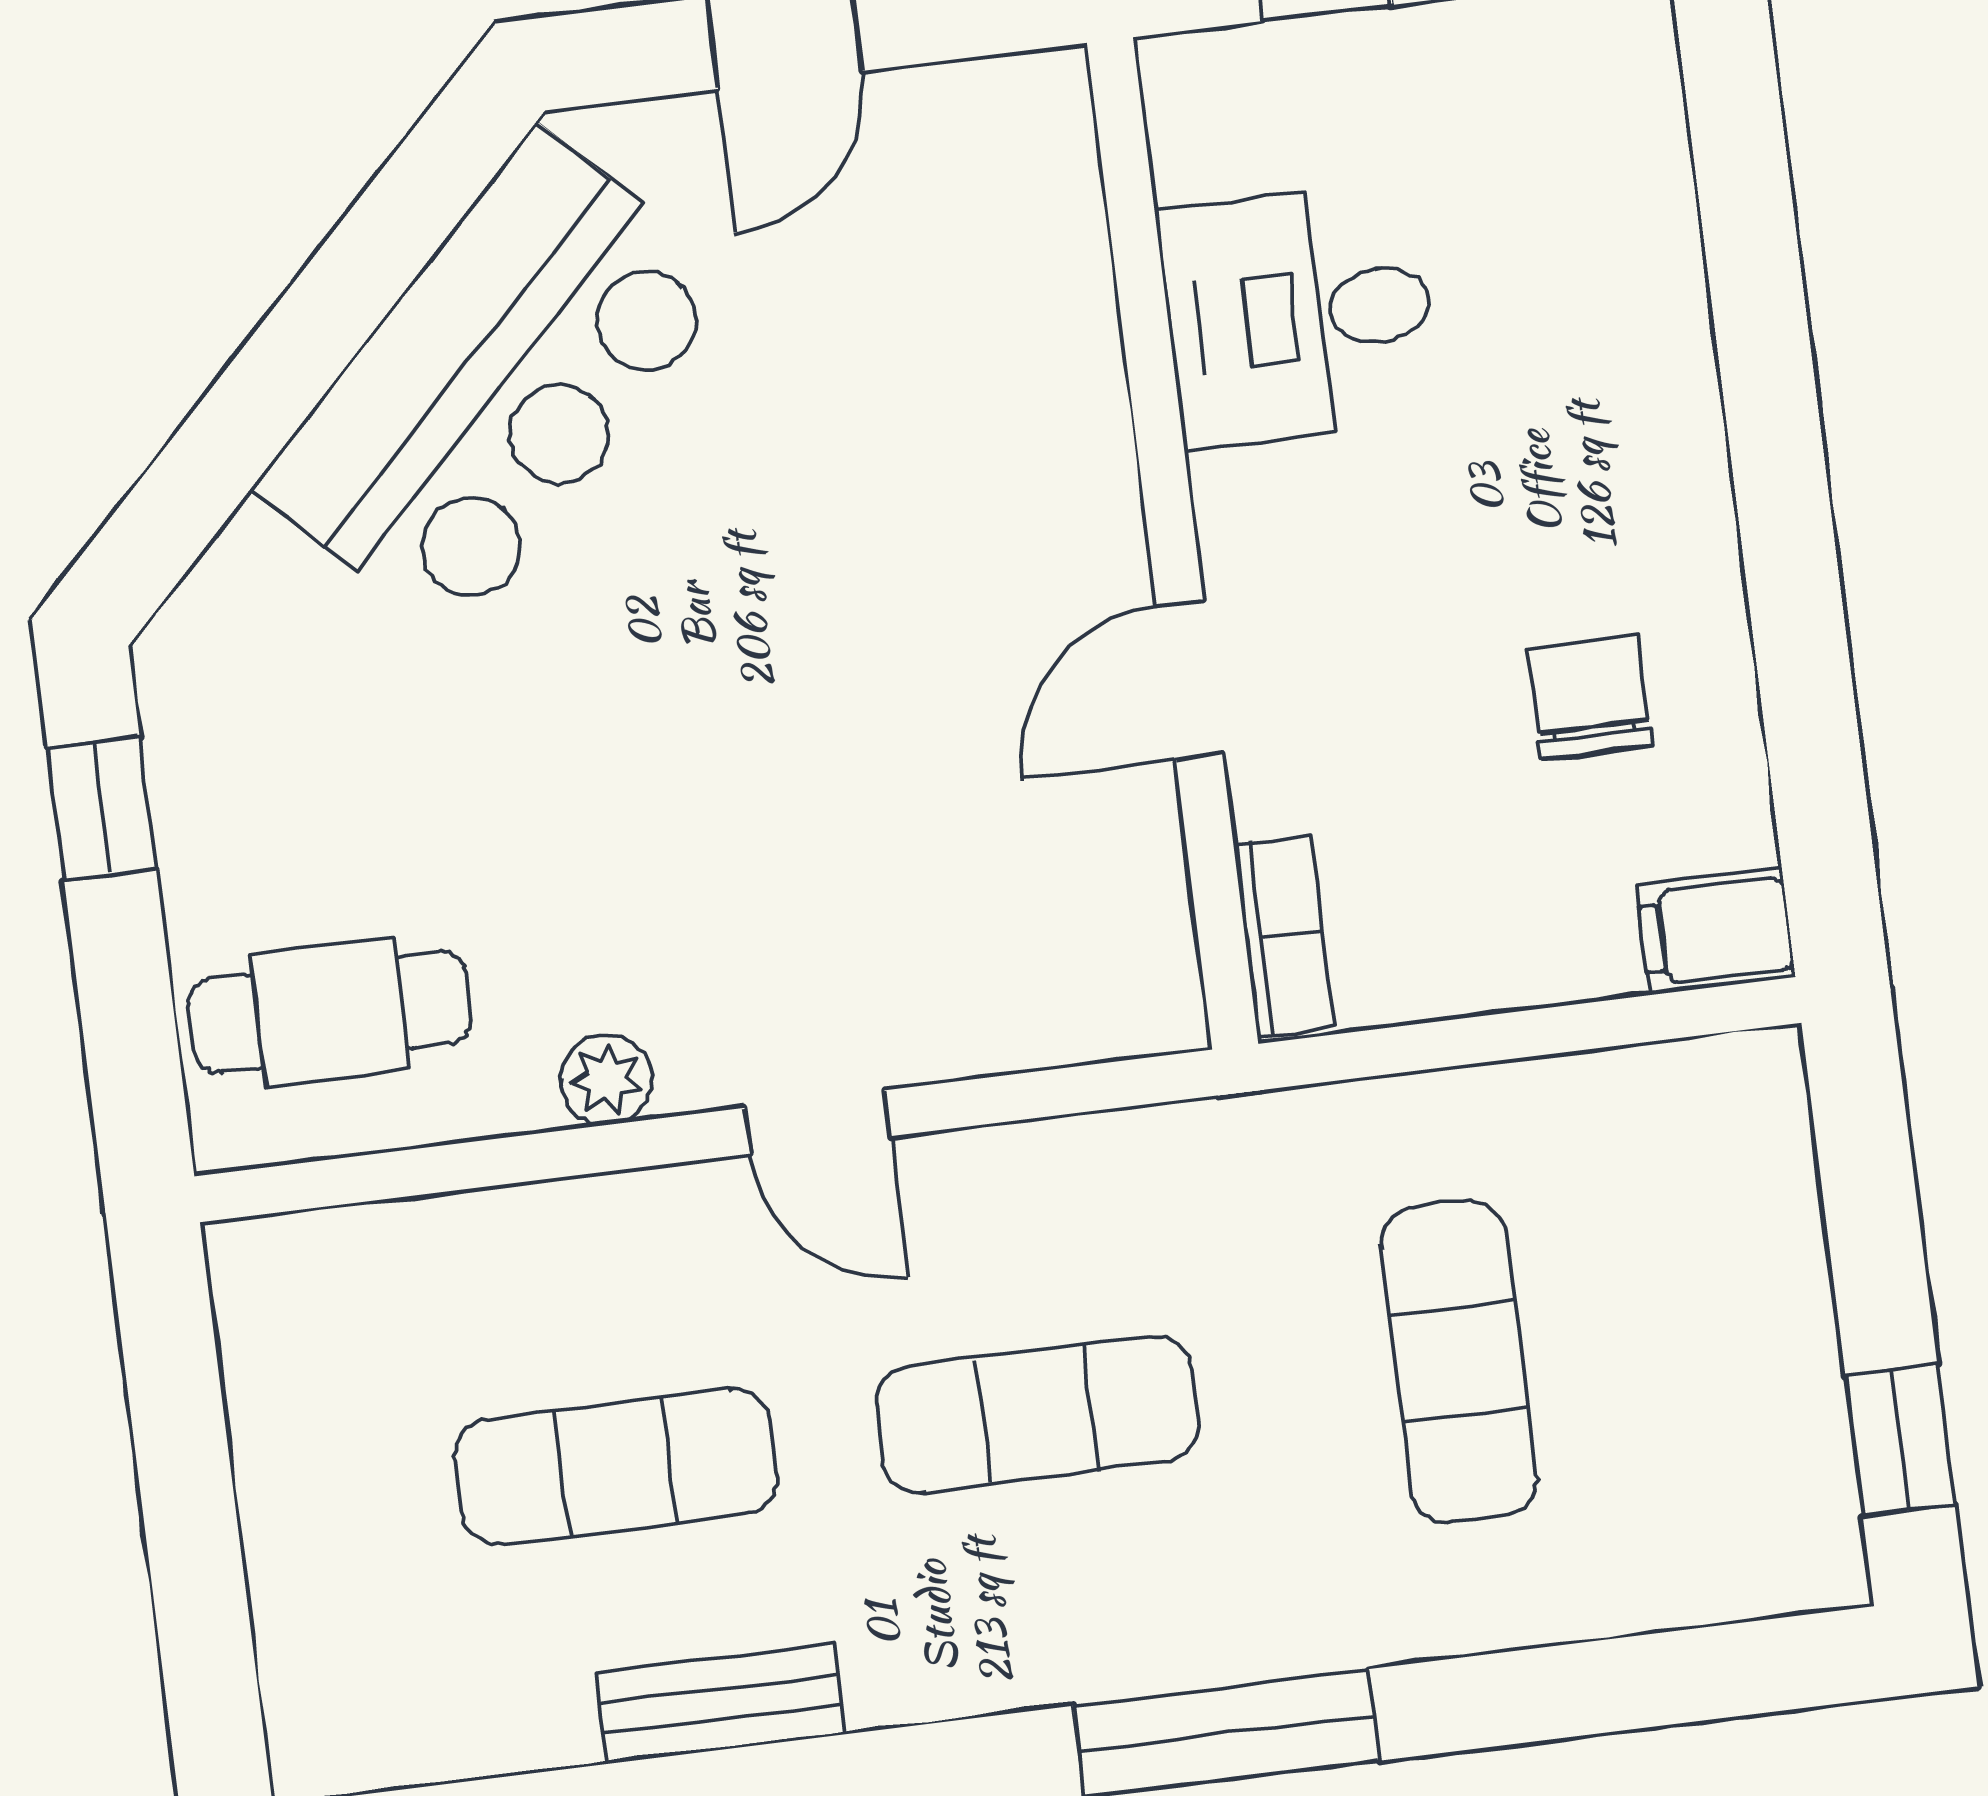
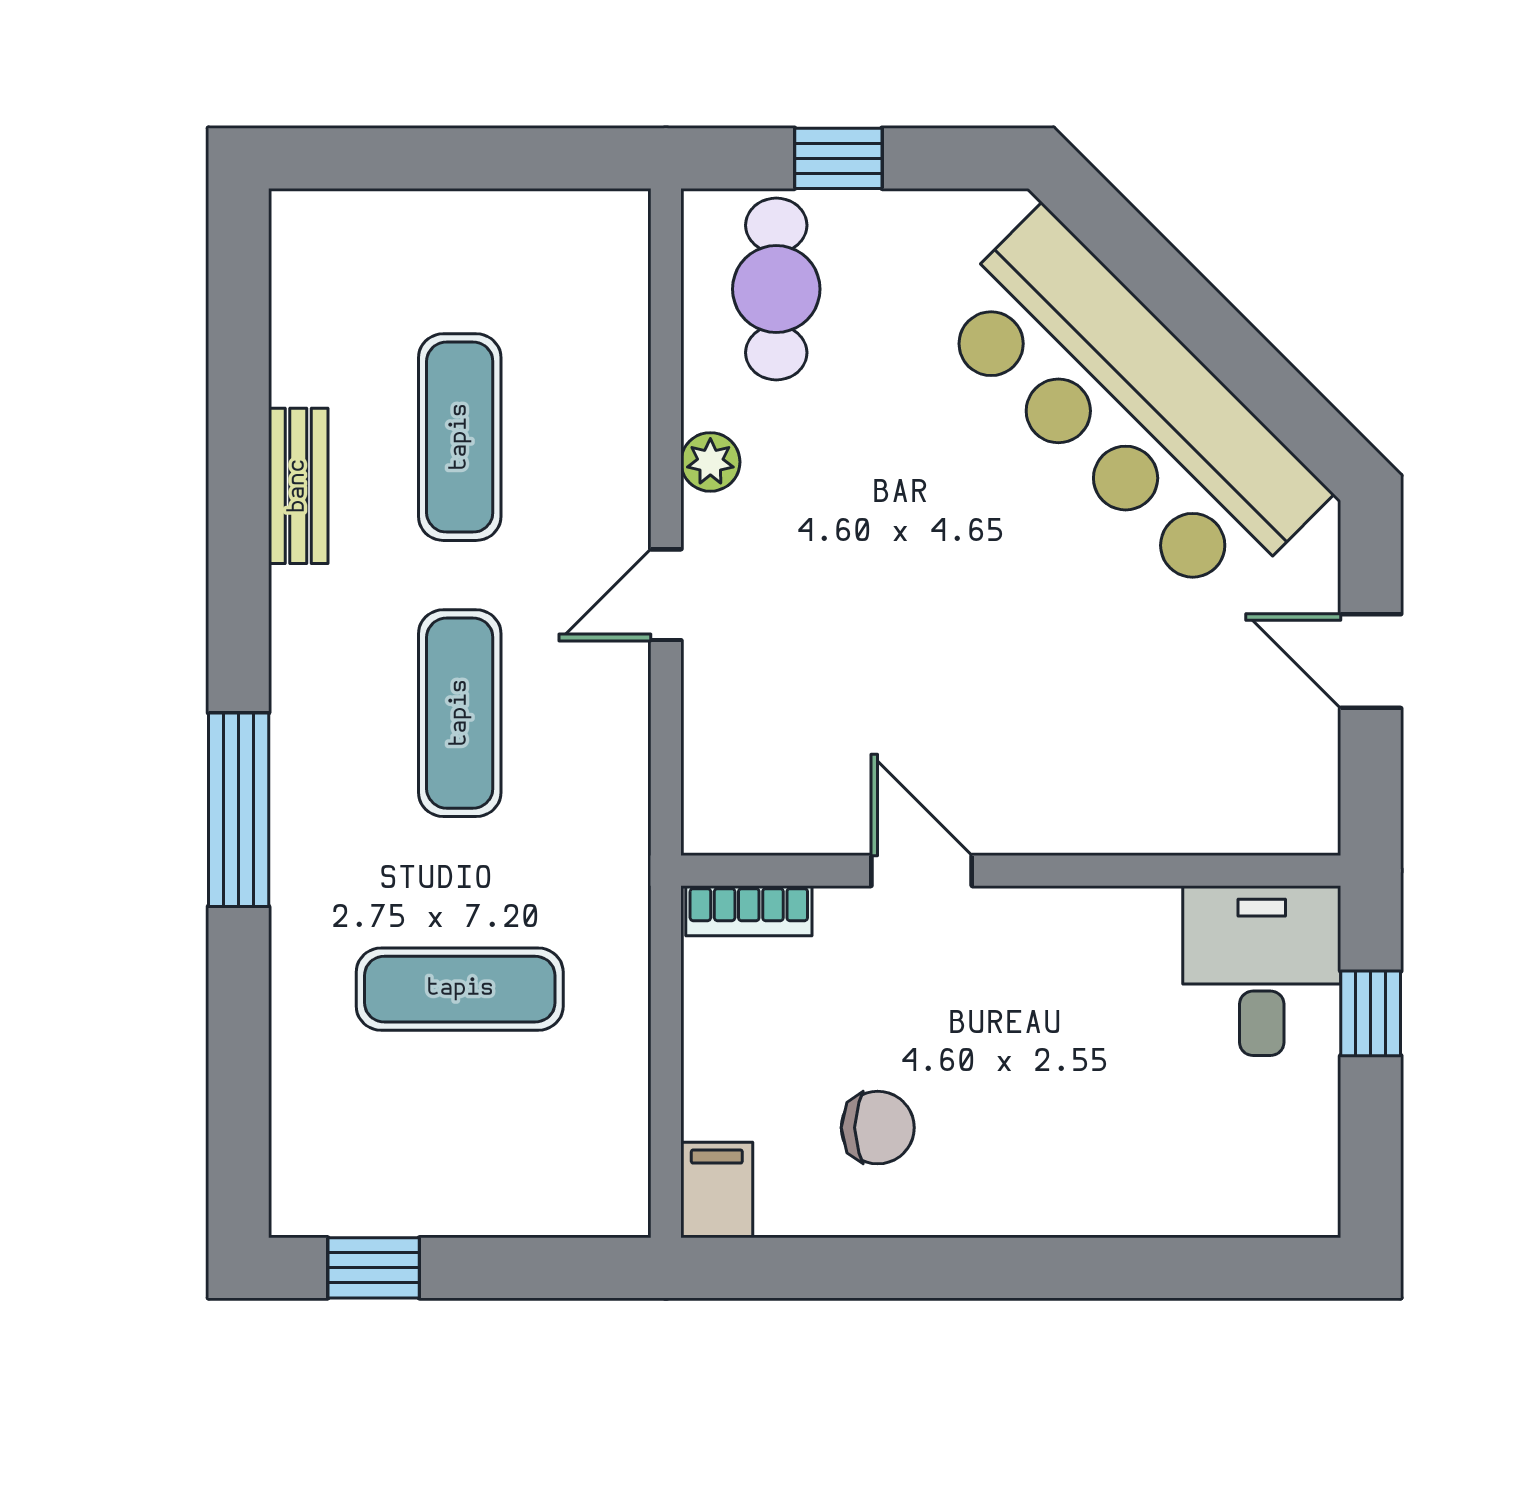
desk: (1299, 315) -> (1262, 971), moved
bar counter: (496, 384) -> (1129, 408), width x1.36
window: (102, 809) -> (838, 158), moved

